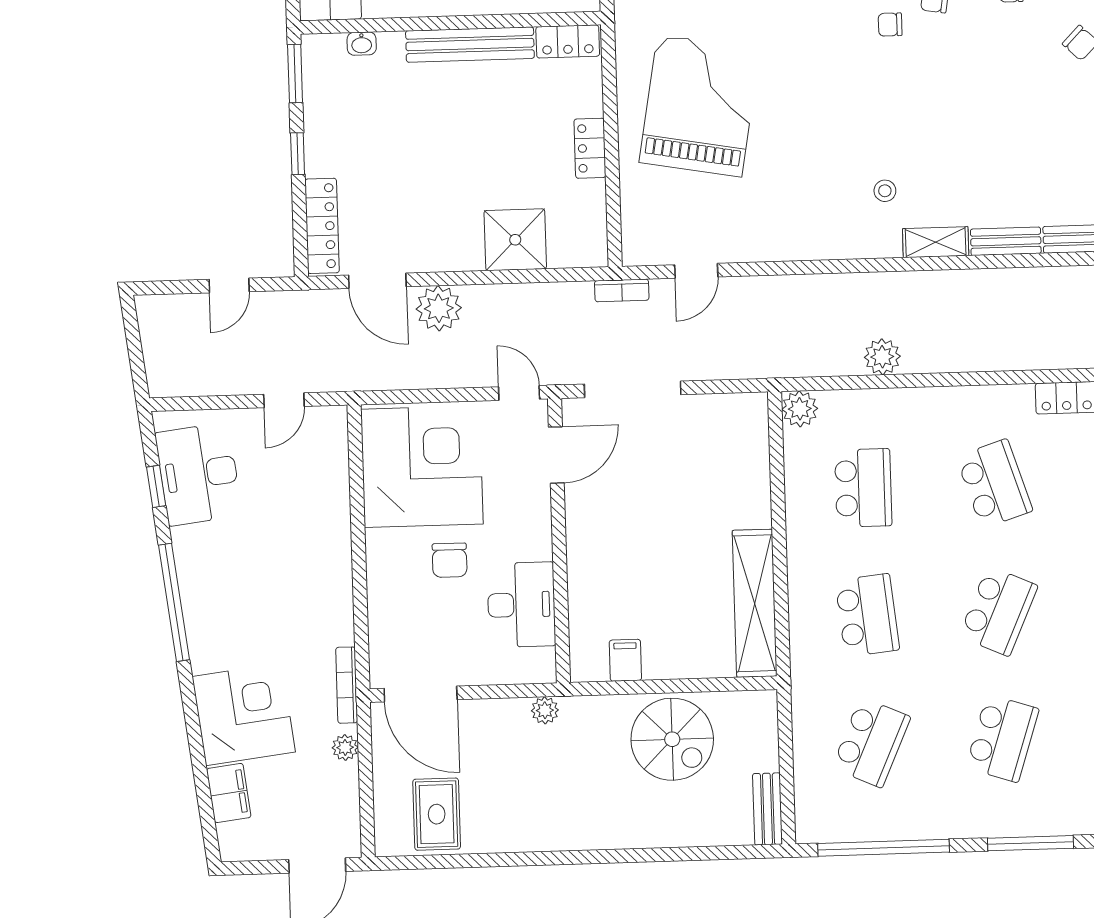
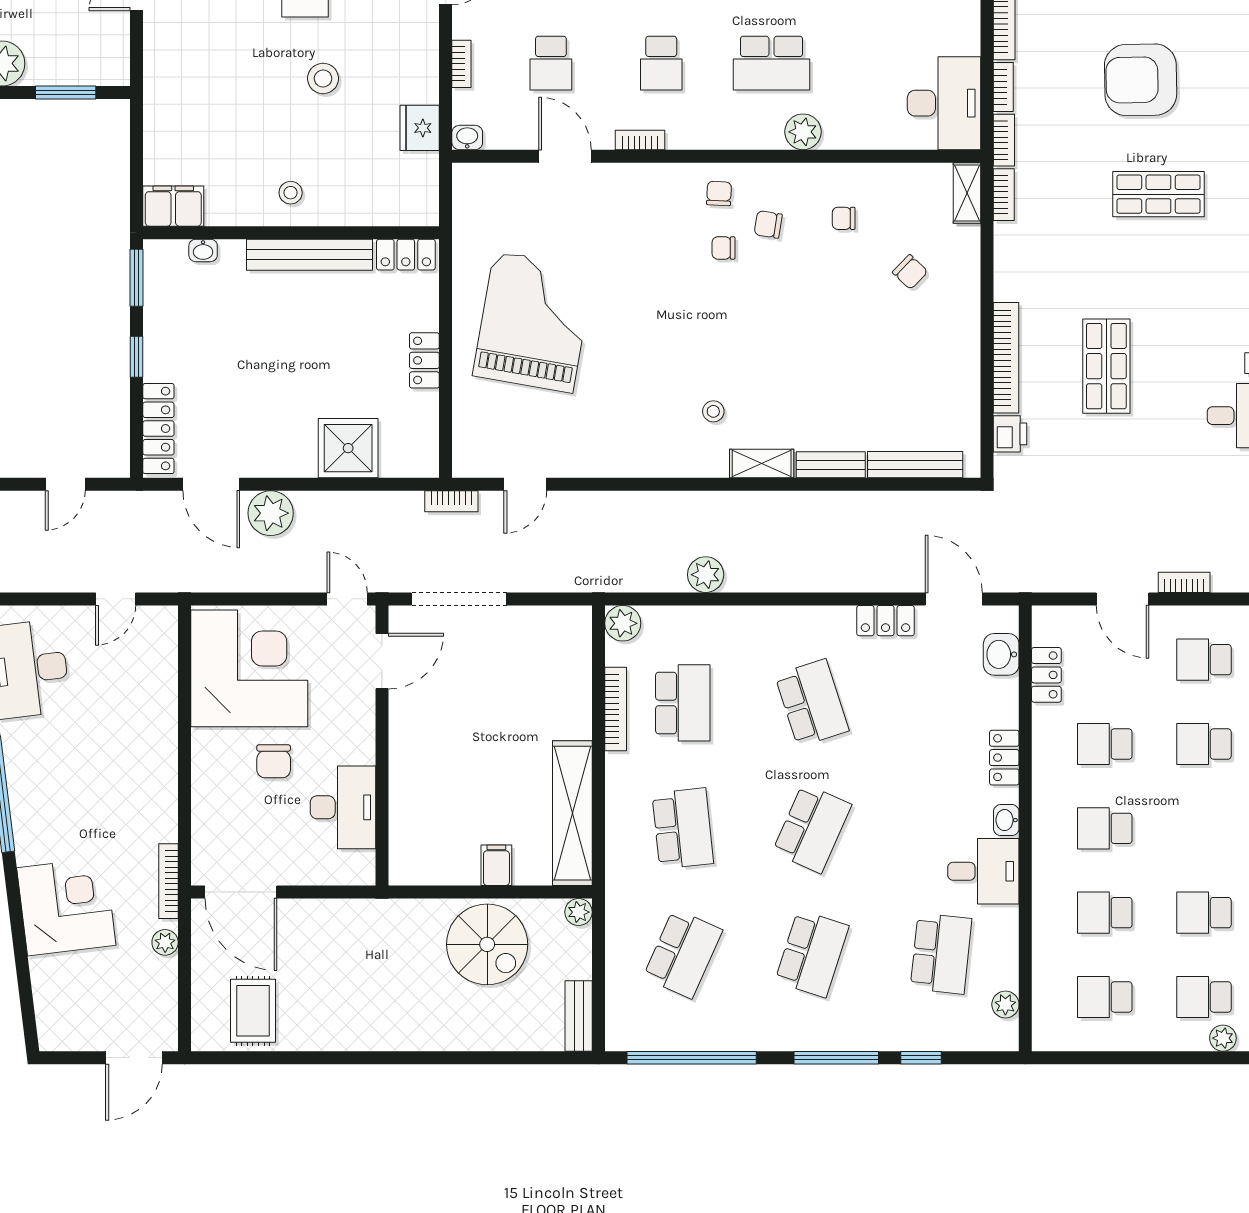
bookcase: (795, 496) -> (616, 709), added
filing cabinet: (625, 660) -> (496, 865), moved
plant: (545, 710) -> (579, 912), moved
filing cabinet: (229, 793) -> (49, 984), removed

